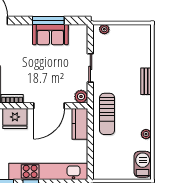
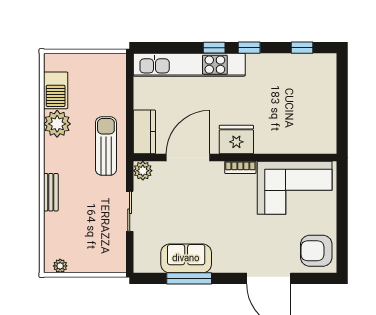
plant: (104, 29) -> (60, 266), moved
plant: (146, 134) -> (57, 124), width x1.88, depth x1.88
barbecue: (143, 164) -> (56, 90), moved

